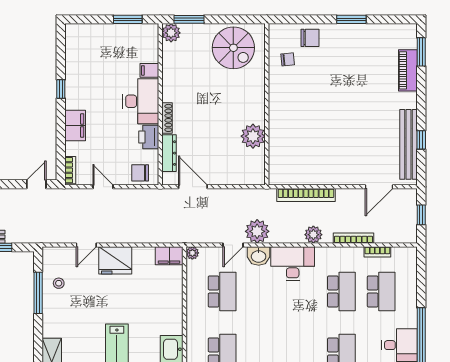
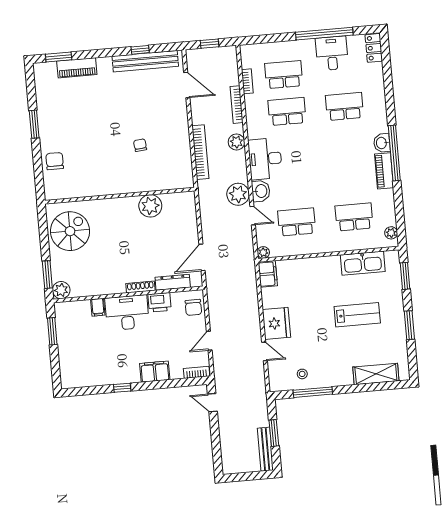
chair: (288, 59) -> (140, 145), moved

